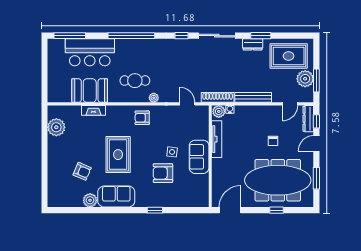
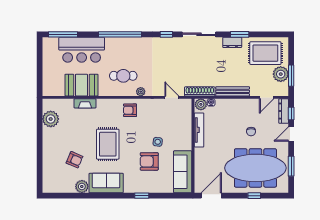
sofa: (199, 157) -> (183, 172), moved, width x1.36

